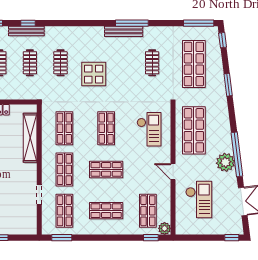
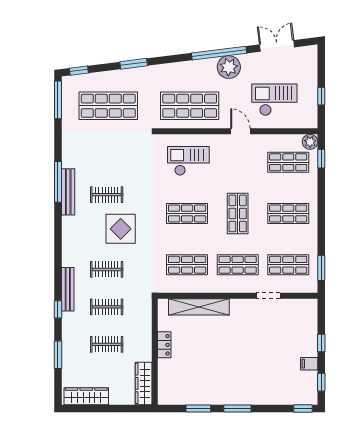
bench: (26, 31) -> (68, 289), moved
clothes rail: (152, 63) -> (107, 195), moved
door: (173, 172) -> (240, 131), swing flipped
shop shelf: (106, 211) -> (288, 213), turned 90
window: (232, 238) -> (321, 96), moved

